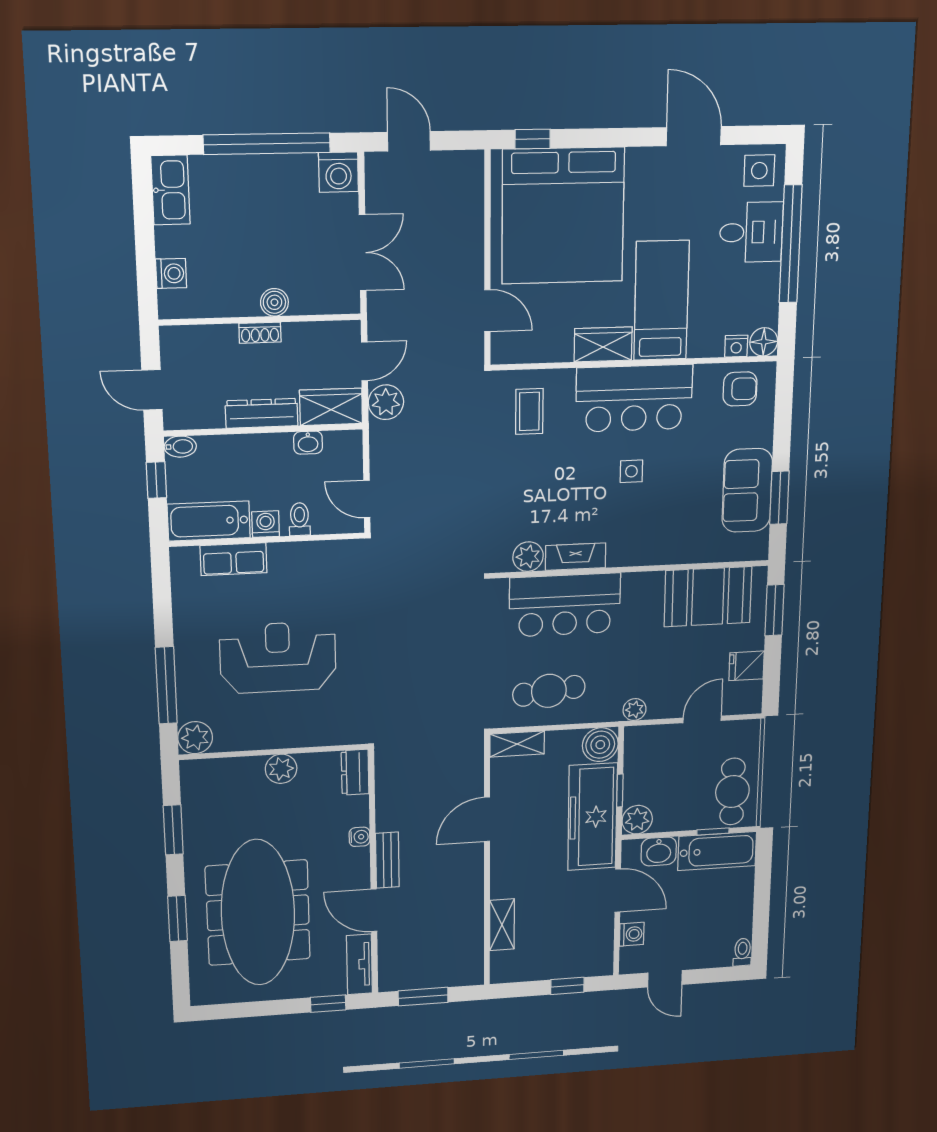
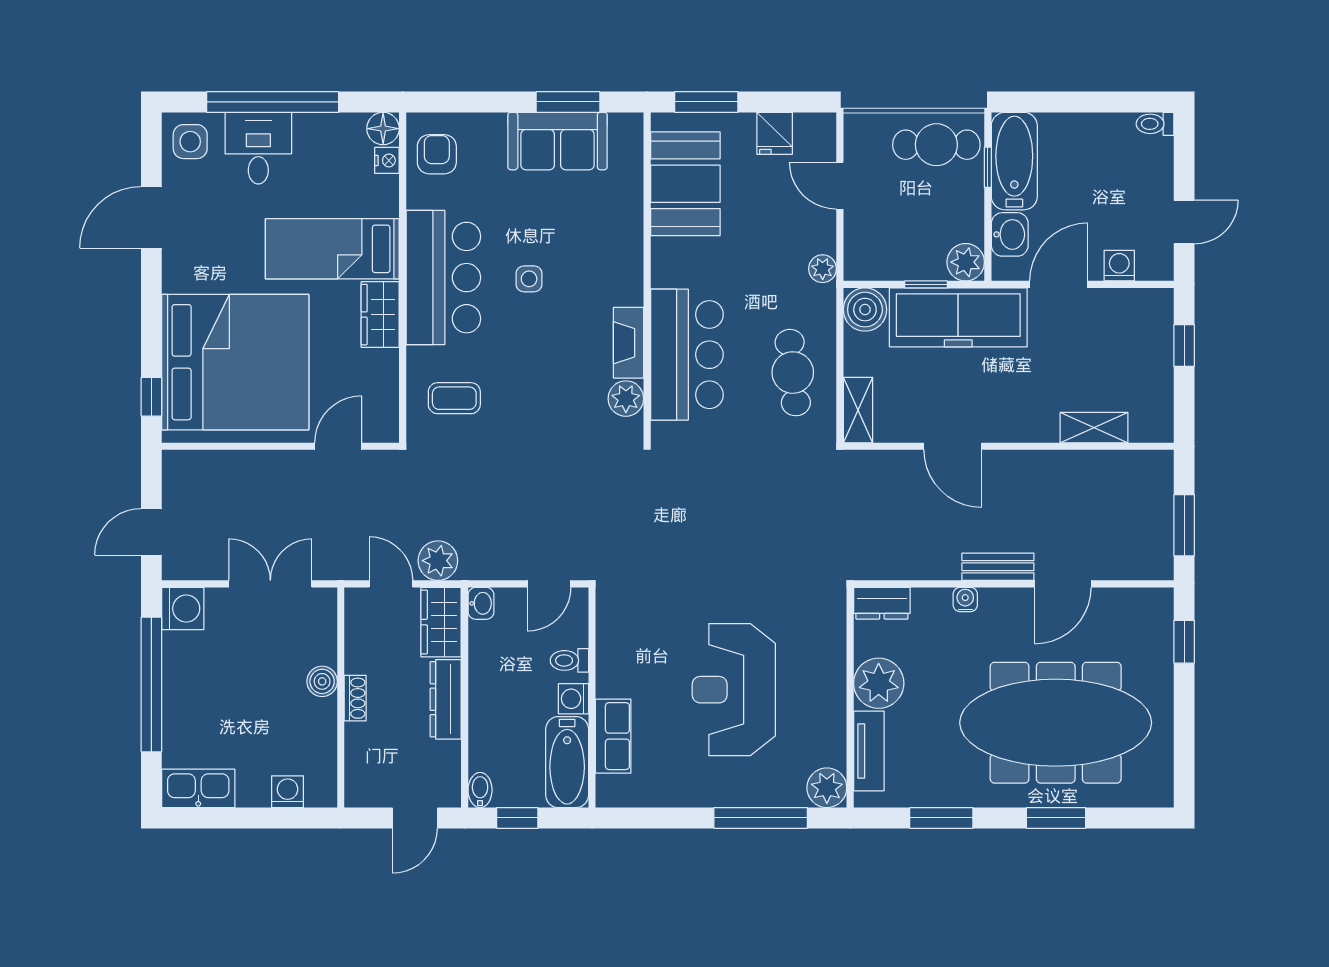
washbasin: (308, 443) -> (481, 603), moved
plant: (281, 769) -> (879, 683), width x1.36, depth x1.36
tv unit: (359, 964) -> (869, 751), moved, turned -90

